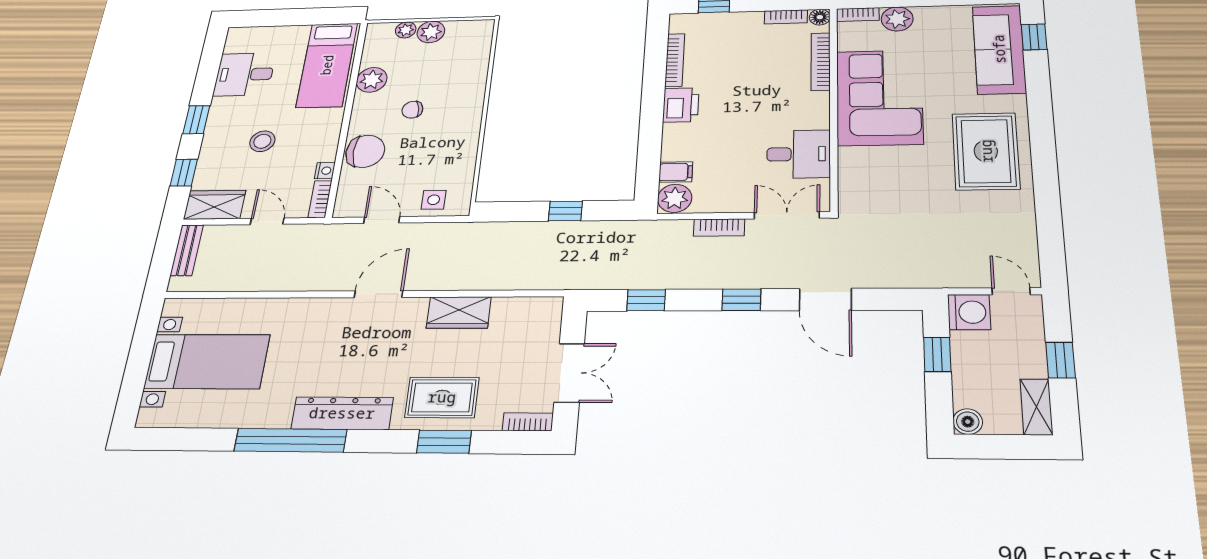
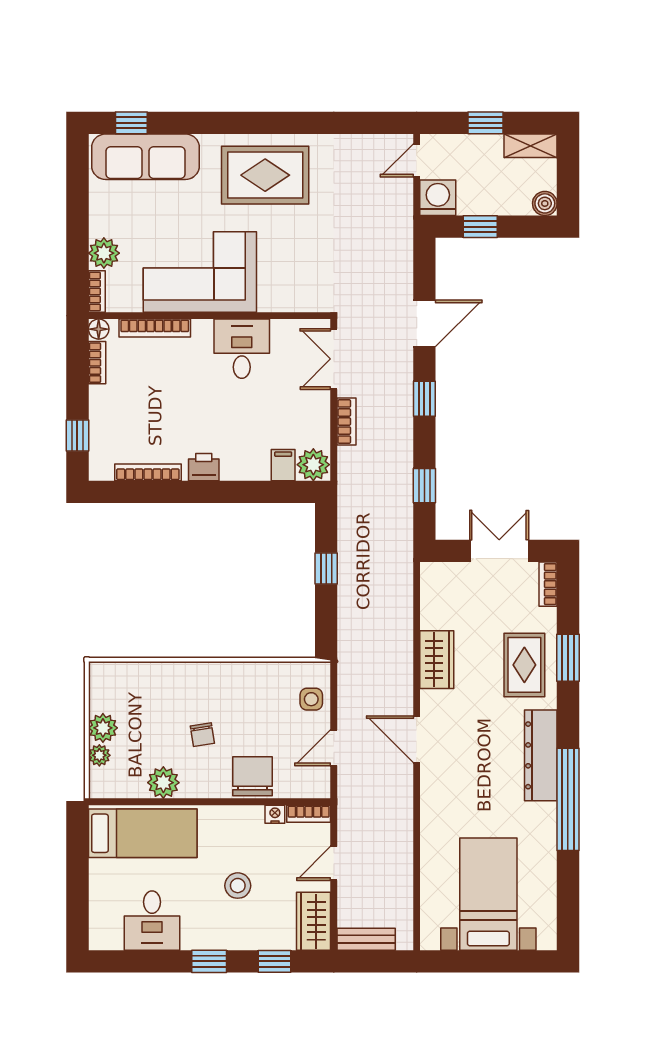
printer: (681, 105) -> (204, 467), width x0.73, depth x0.81
desk: (799, 154) -> (242, 349), moved

